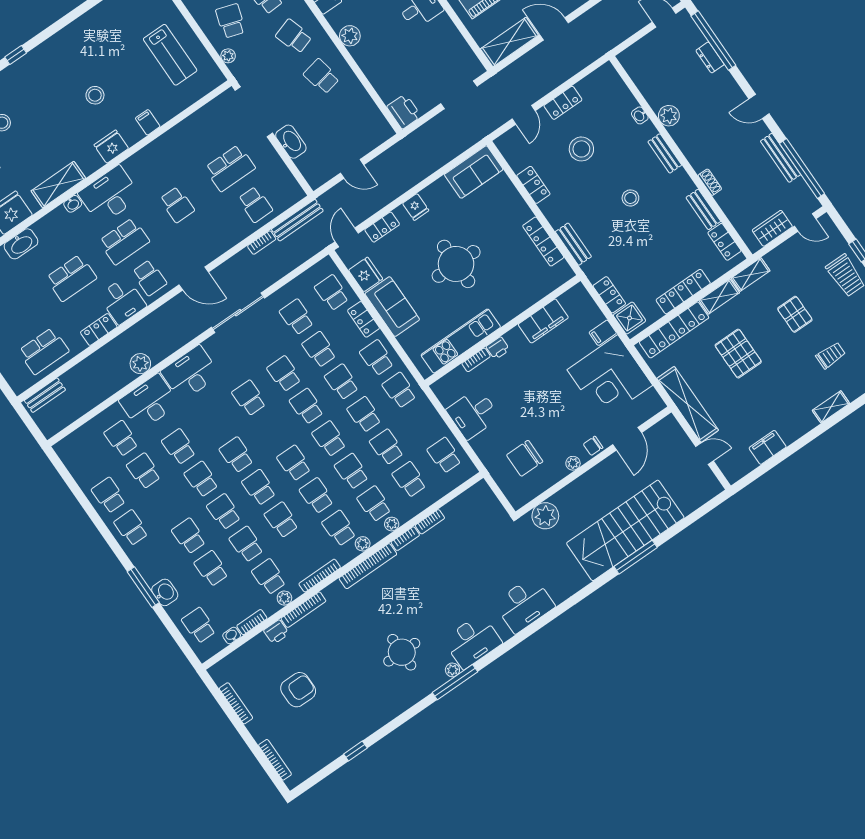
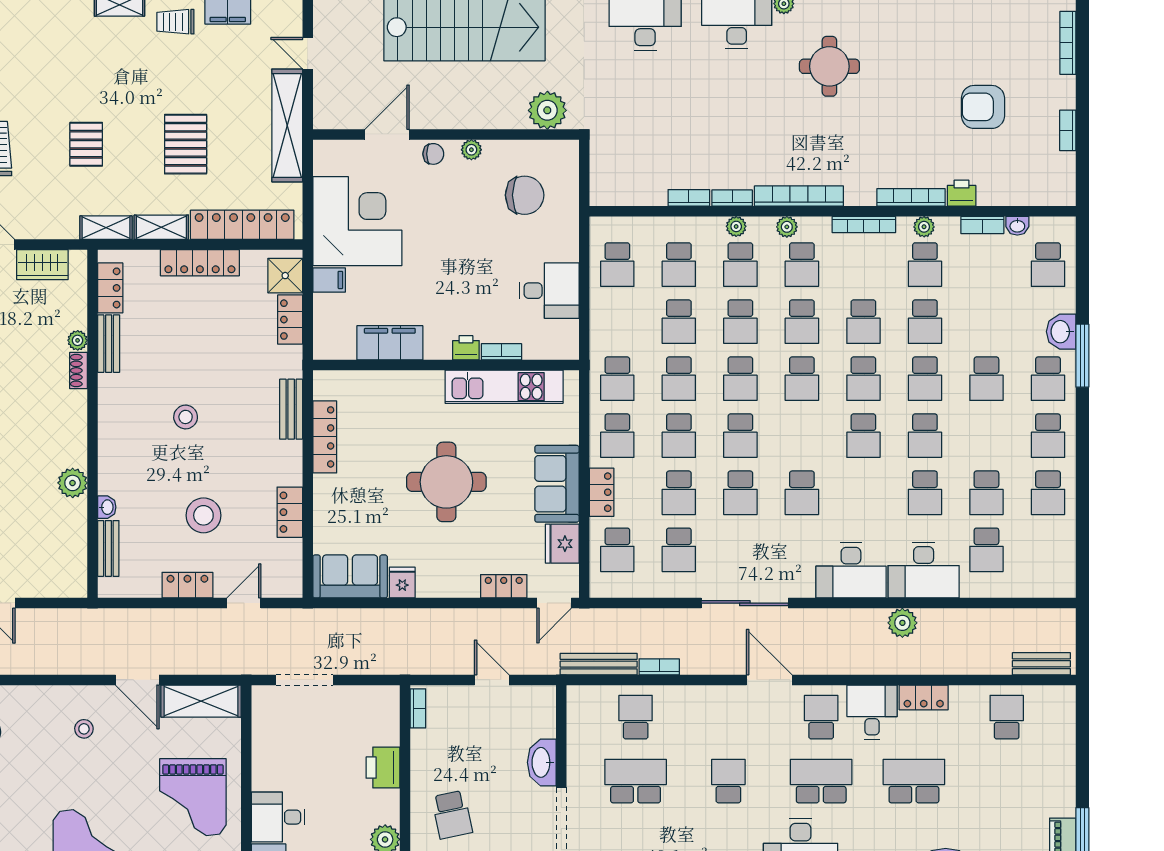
printer: (404, 111) -> (383, 768), moved
bookcase: (383, 124) -> (418, 708), added
bench: (665, 153) -> (108, 548), moved
plant: (722, 199) -> (78, 340), added
fridge: (416, 207) -> (402, 583), moved
school desk: (44, 351) -> (1007, 717), width x0.54
trolley: (831, 355) -> (175, 22), moved
school desk: (211, 569) -> (1048, 379), moved
bookcase: (236, 703) -> (1068, 130), width x0.64

